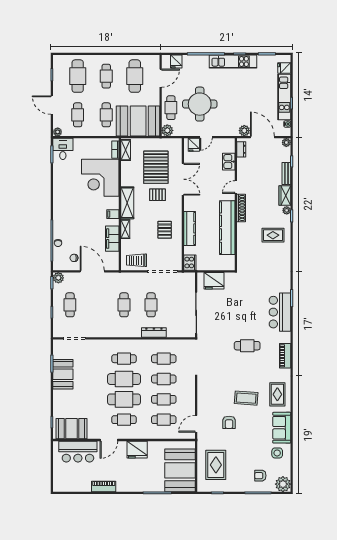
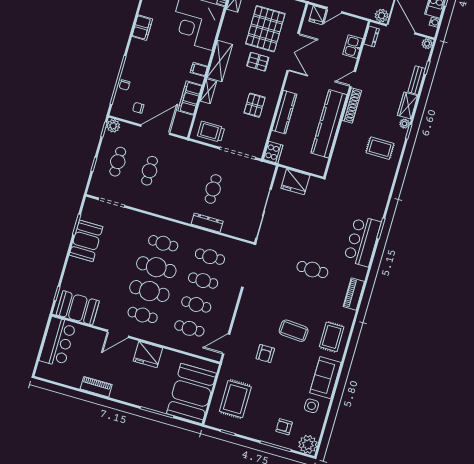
filing cabinet: (59, 194) -> (142, 28), added
door: (92, 271) -> (155, 130), hinge flipped
cafe table: (124, 305) -> (150, 171), moved
bar counter: (78, 452) -> (58, 342), moved, turned -90

